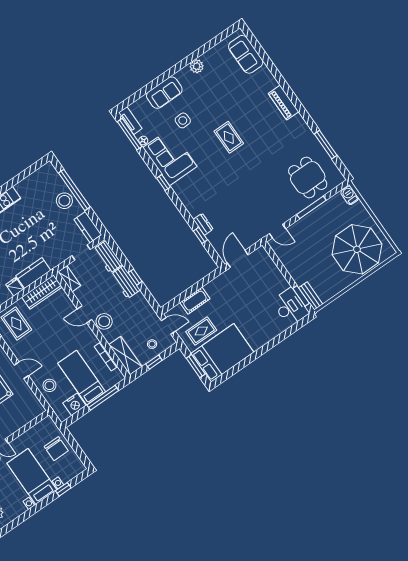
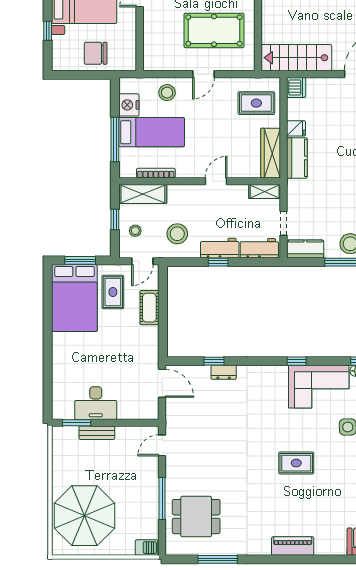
bench: (311, 296) -> (97, 433), moved
desk: (290, 307) -> (96, 403), moved
stool: (104, 321) -> (177, 234), moved

